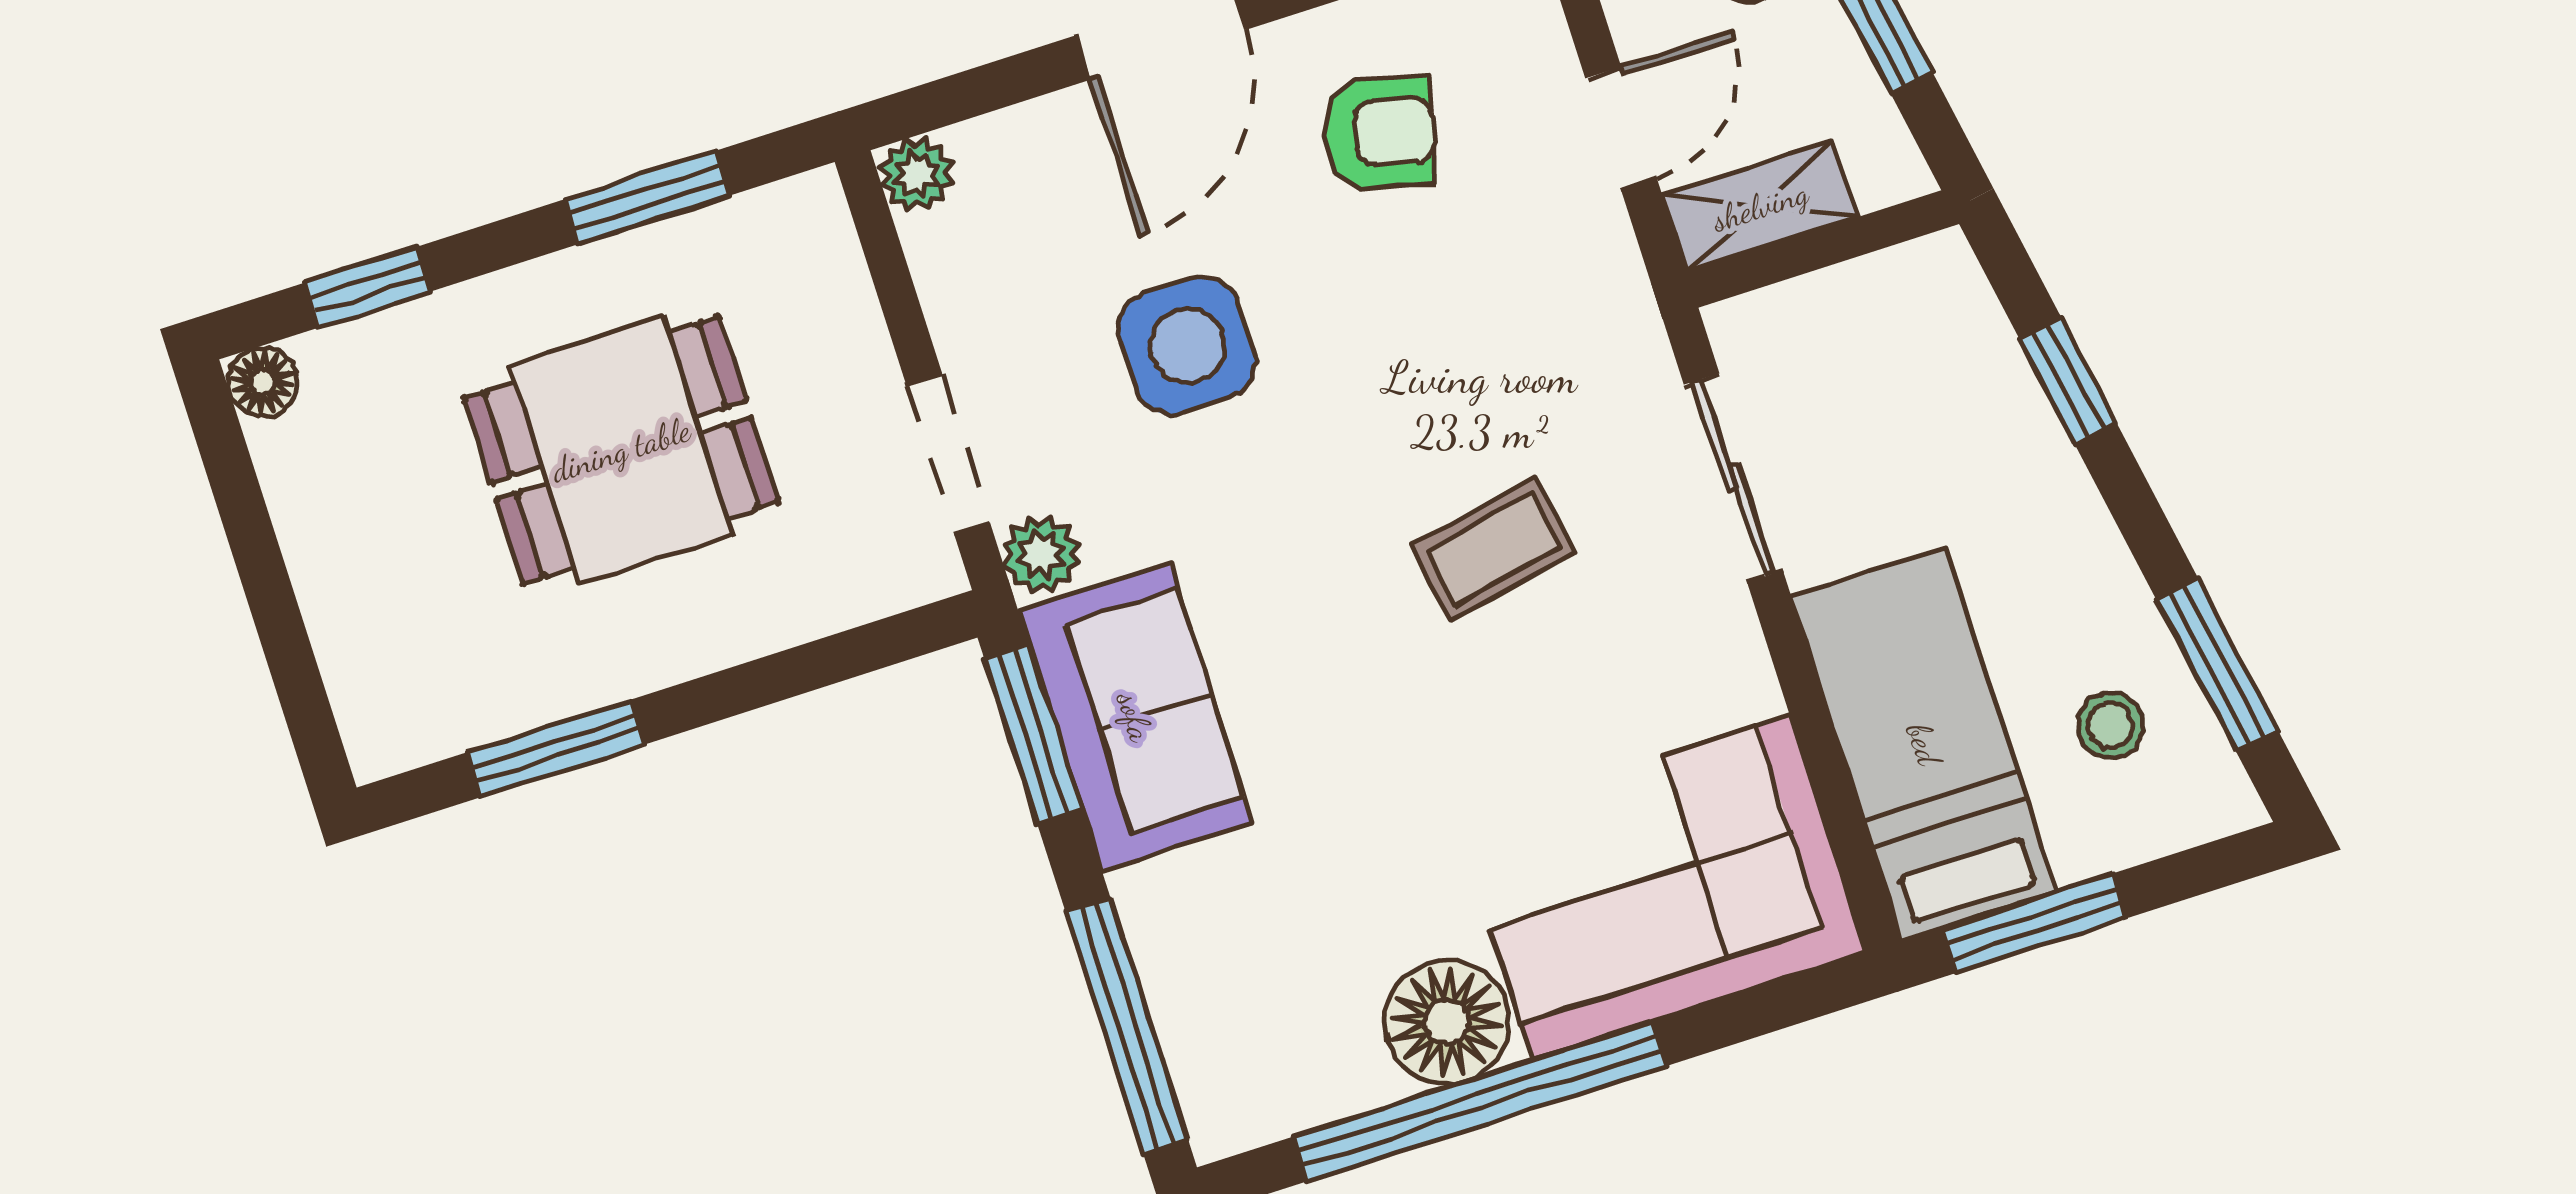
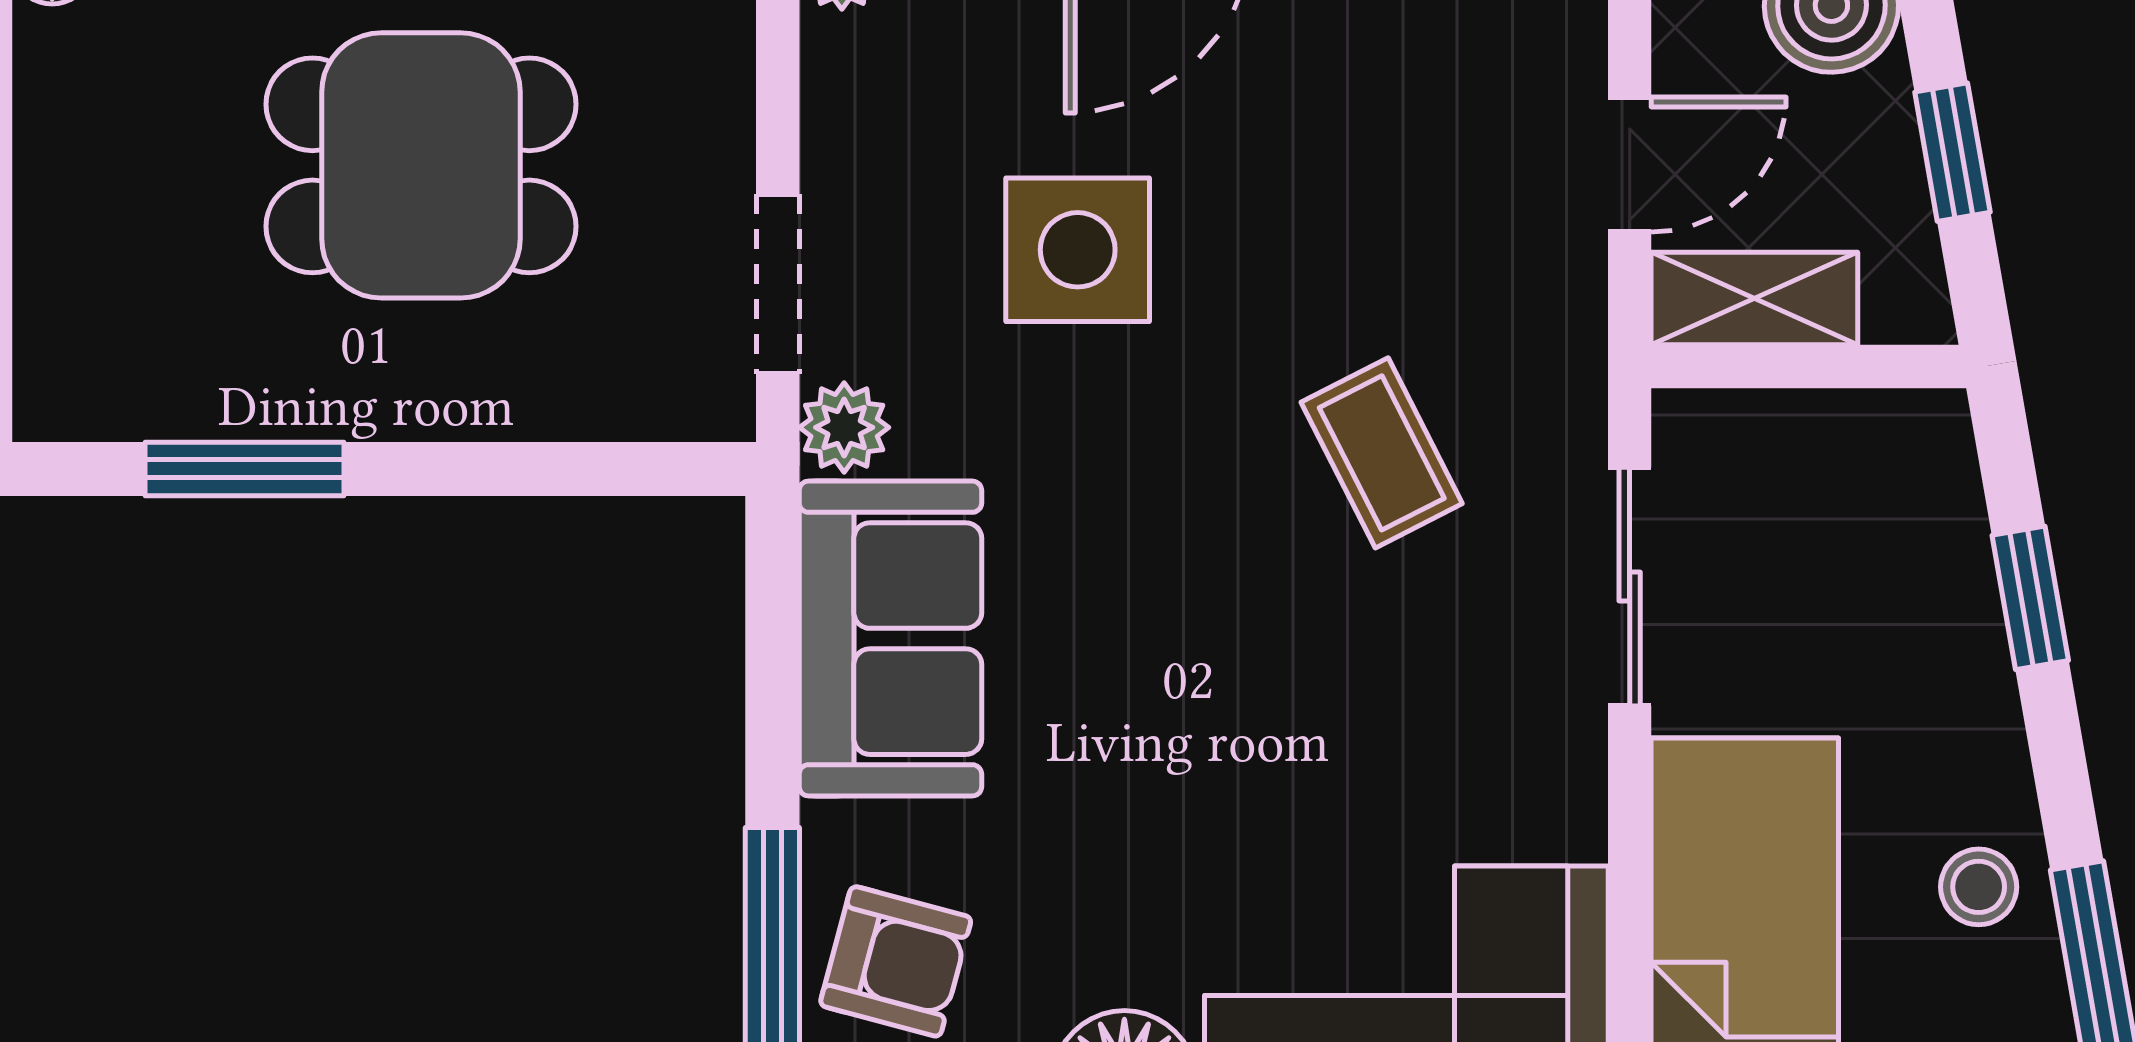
armchair: (1379, 132) -> (896, 961), moved
coffee table: (1493, 549) -> (1382, 453), moved, turned 74
stool: (2110, 725) -> (1979, 887), moved
window: (1033, 734) -> (772, 621), removed

